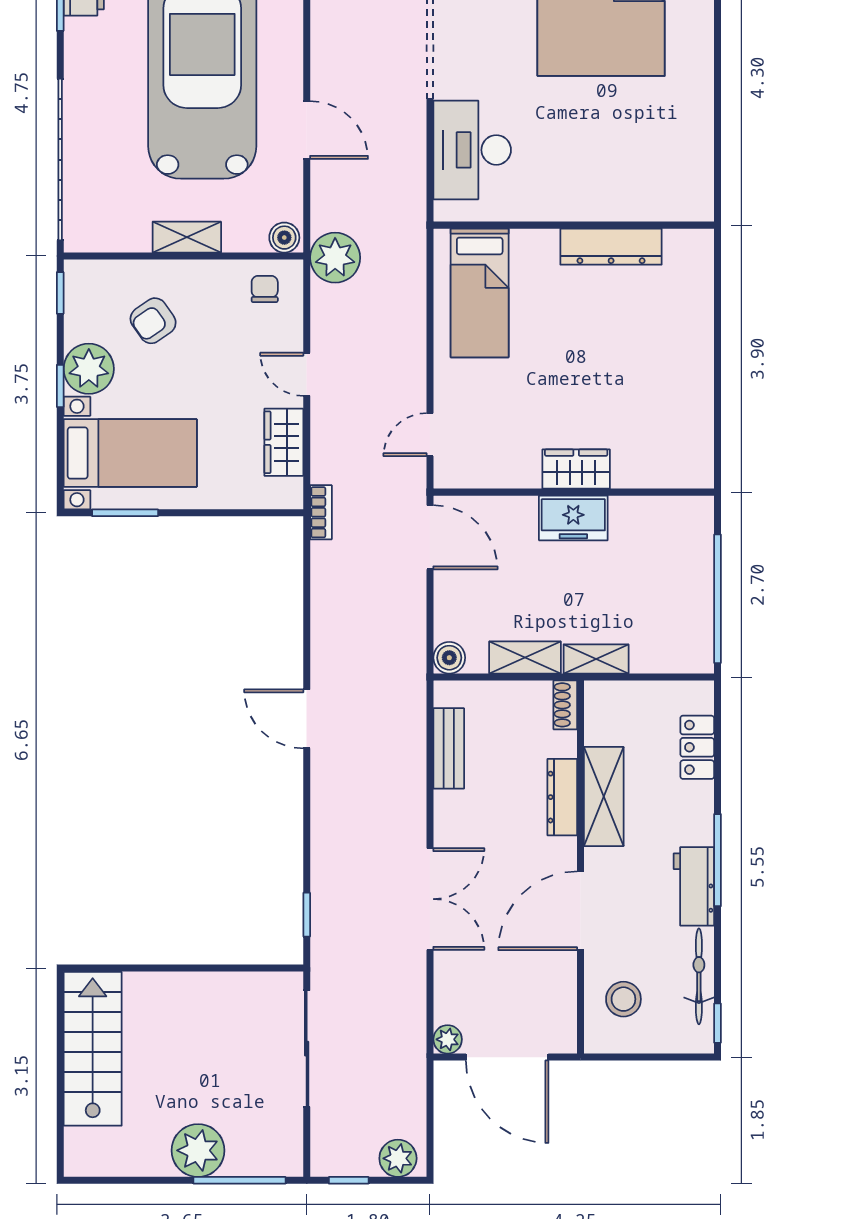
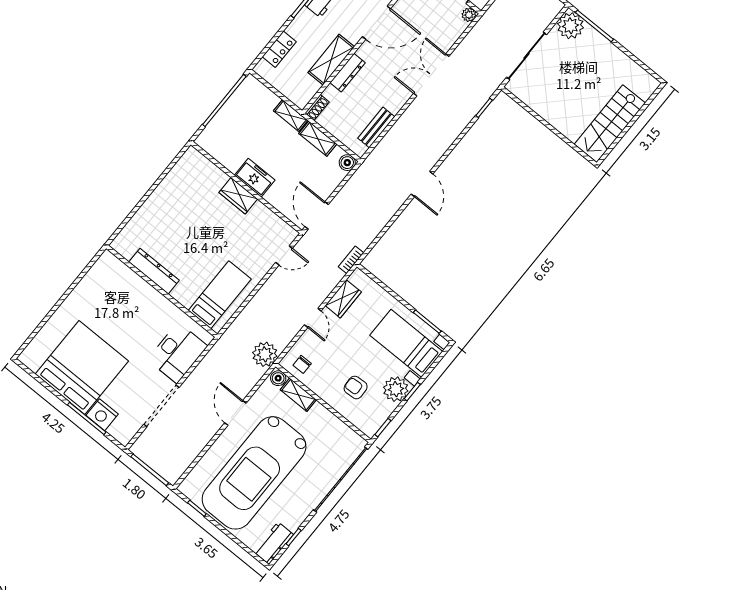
shelving: (187, 237) -> (298, 395), moved
armchair: (153, 321) -> (356, 387), turned -148
plant: (198, 1150) -> (570, 26), moved

